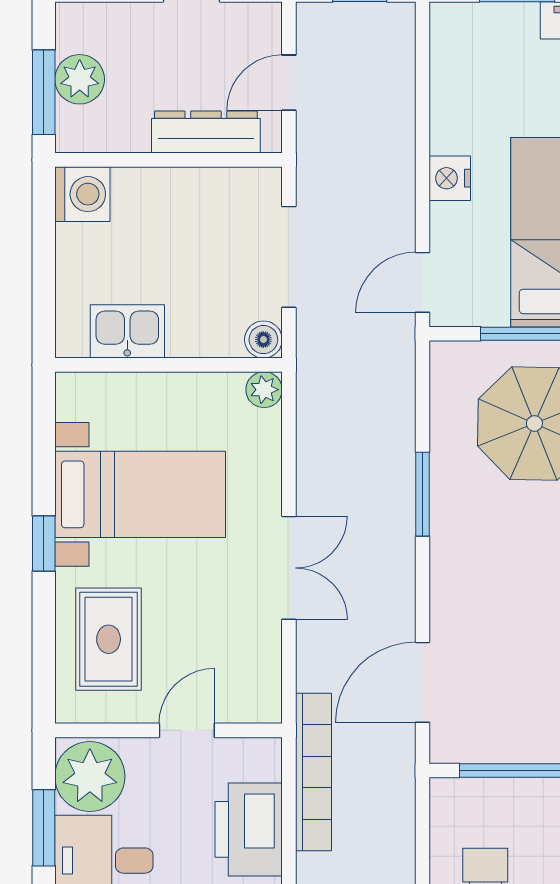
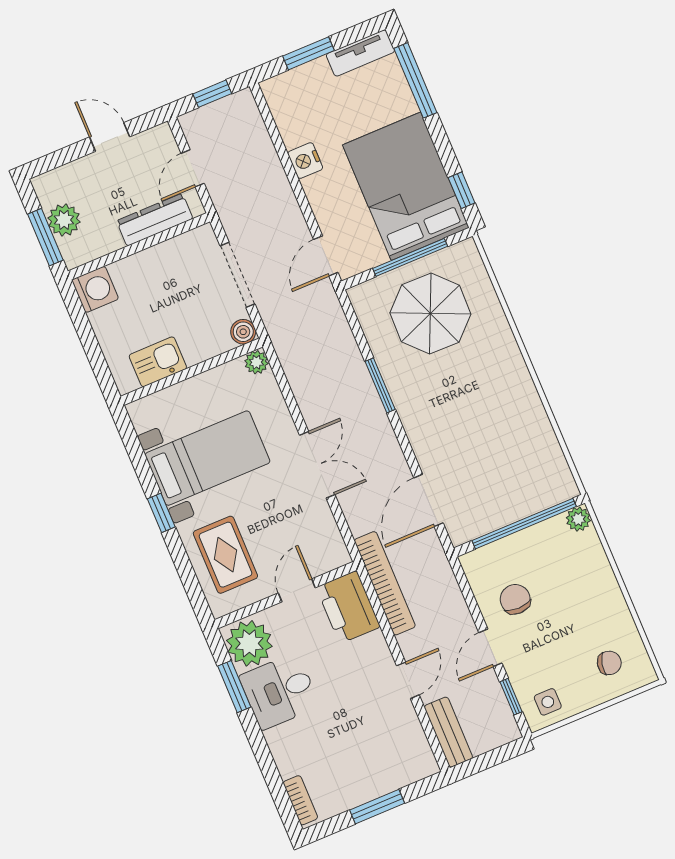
nightstand: (450, 178) -> (305, 161), moved
printer: (249, 829) -> (348, 607), moved

